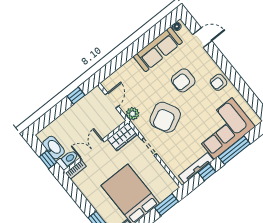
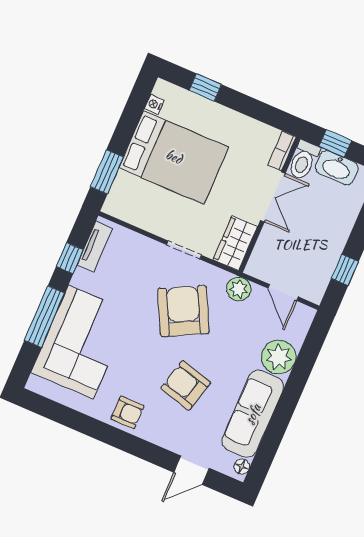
plant: (131, 70) -> (279, 357), added
armchair: (183, 80) -> (186, 385), turned -75
armchair: (218, 82) -> (127, 412), turned 90
tv unit: (196, 168) -> (95, 247), width x0.71

